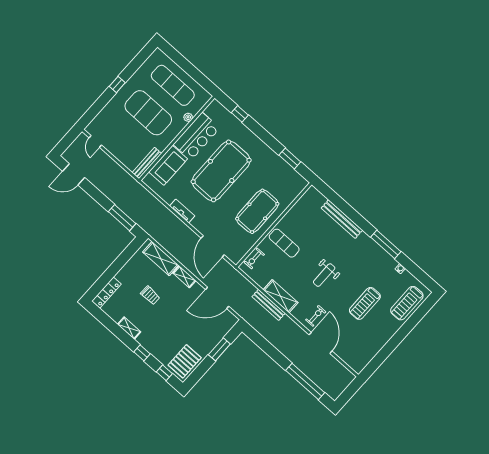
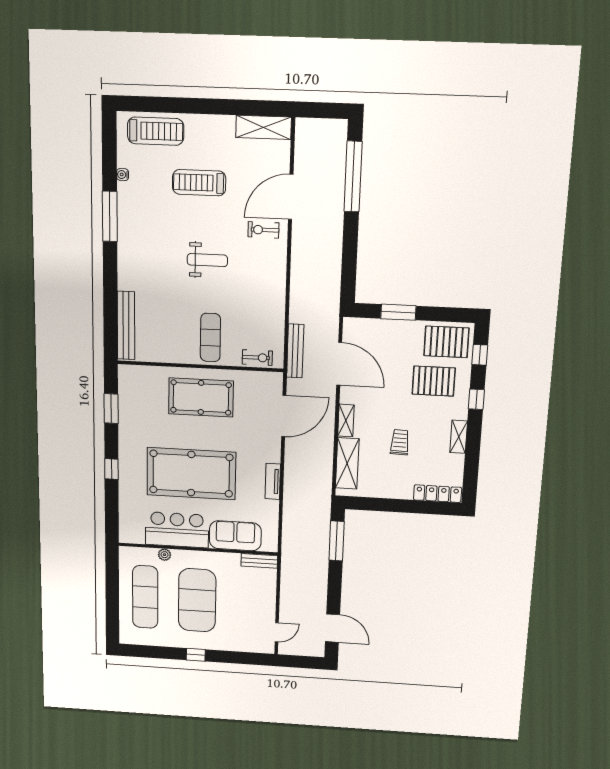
window: (240, 114) -> (111, 469), moved
bench: (147, 163) -> (259, 561), width x0.73
bench: (342, 219) -> (126, 325), moved
shelving: (281, 296) -> (264, 127), moved, turned 90
treadmill: (365, 303) -> (199, 183), turned 180
bench: (269, 305) -> (295, 351), moved
pallet: (169, 339) -> (434, 381), added

